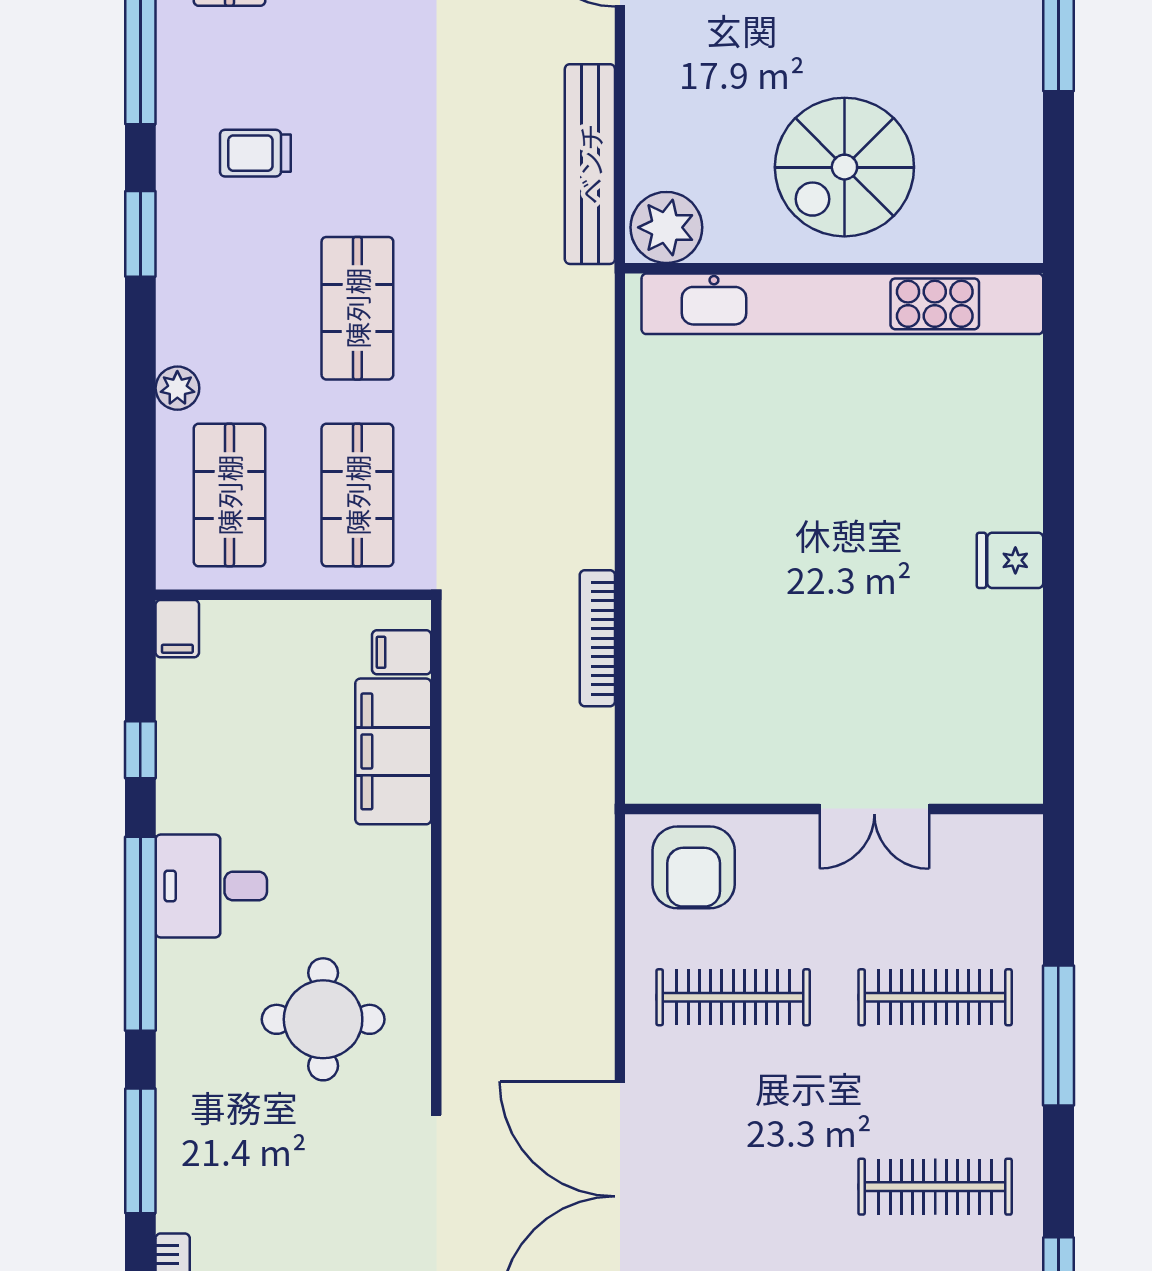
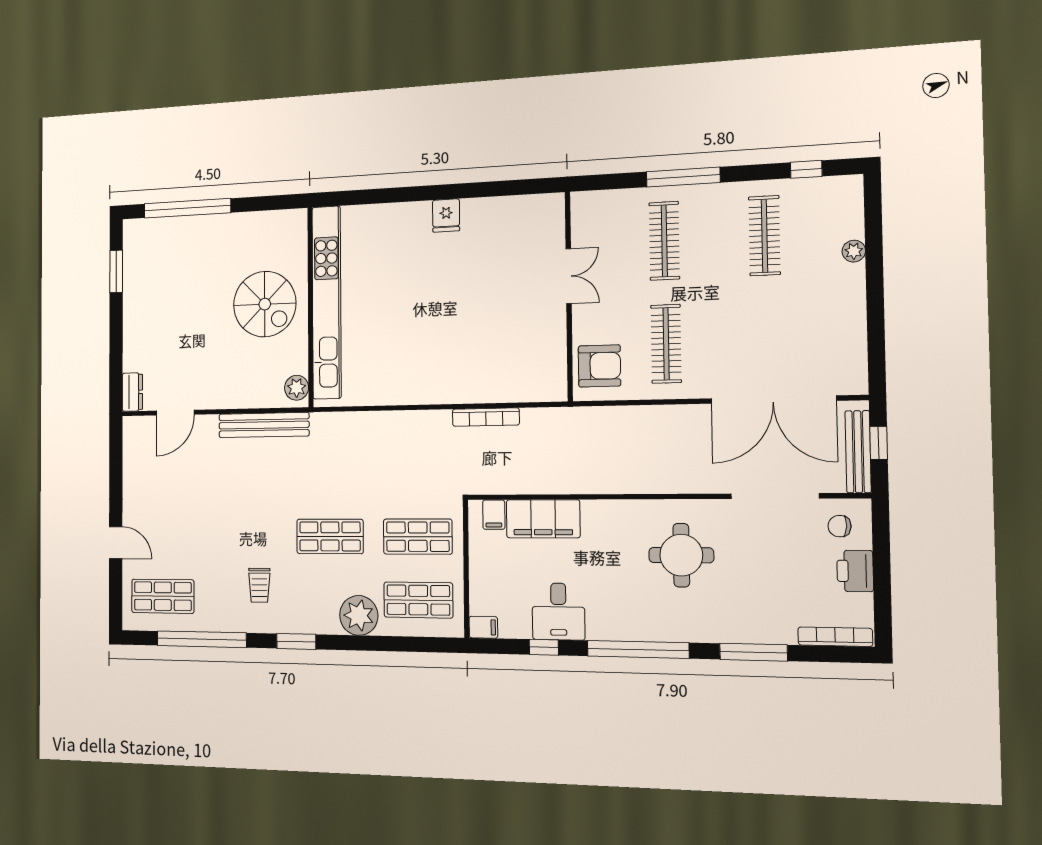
plant: (666, 227) -> (297, 388), width x0.73, depth x0.73
plant: (177, 388) -> (359, 615), width x1.87, depth x1.87
desk: (211, 886) -> (558, 611), moved

